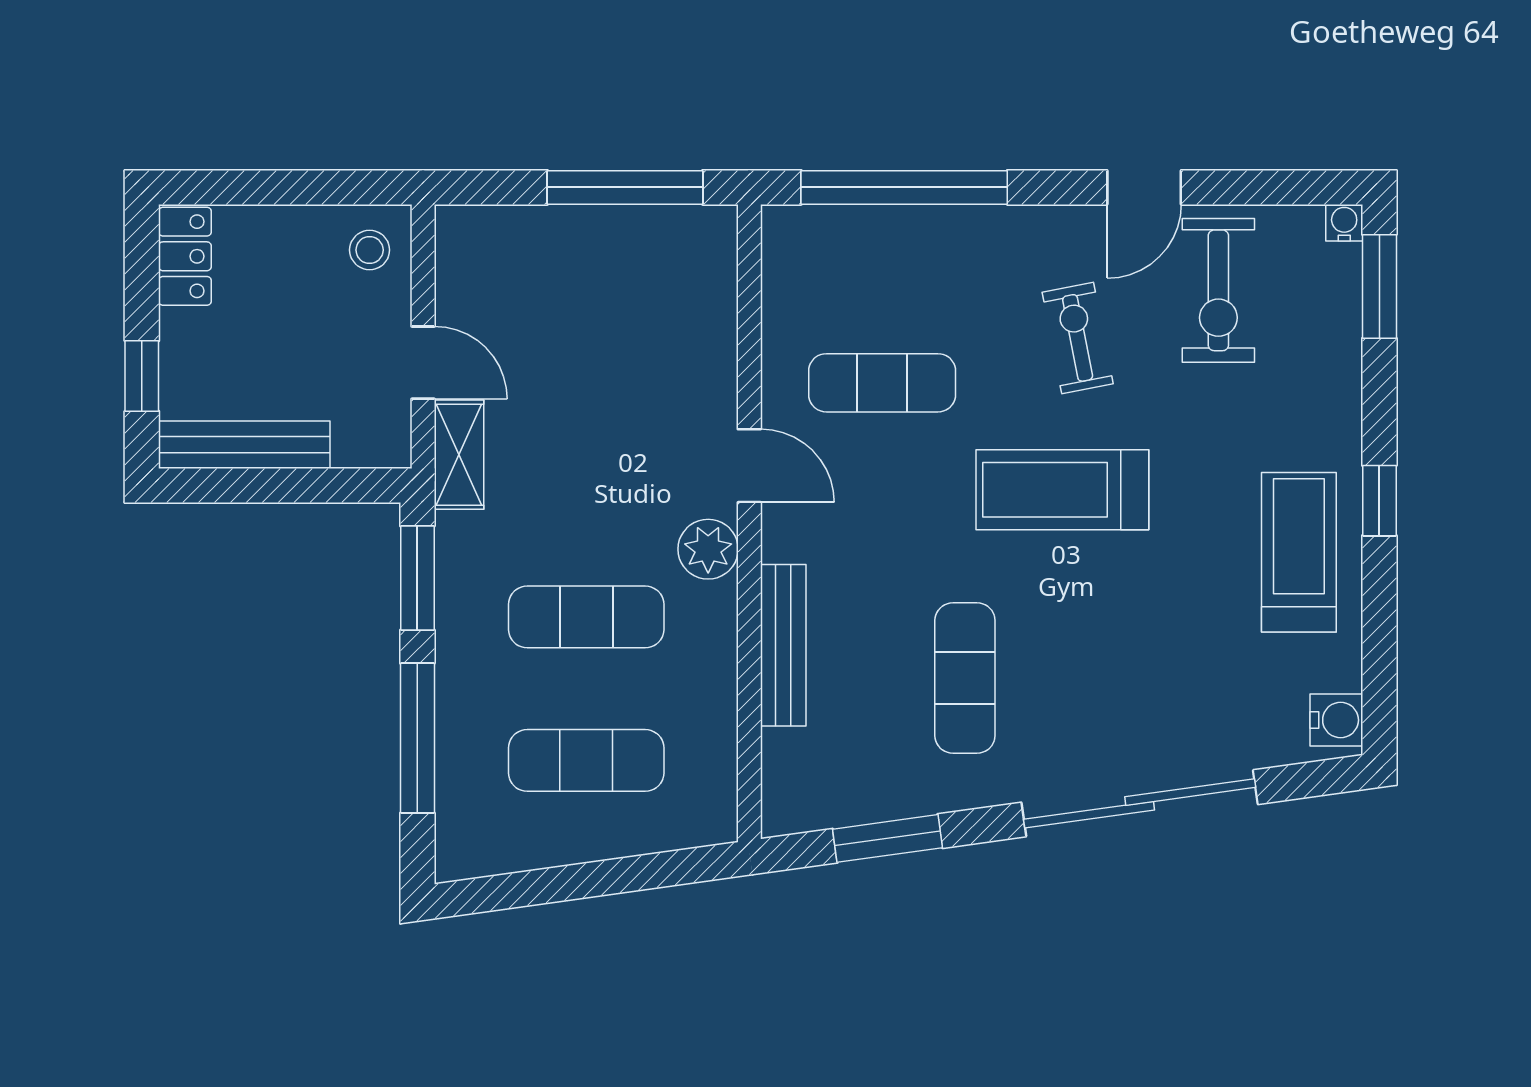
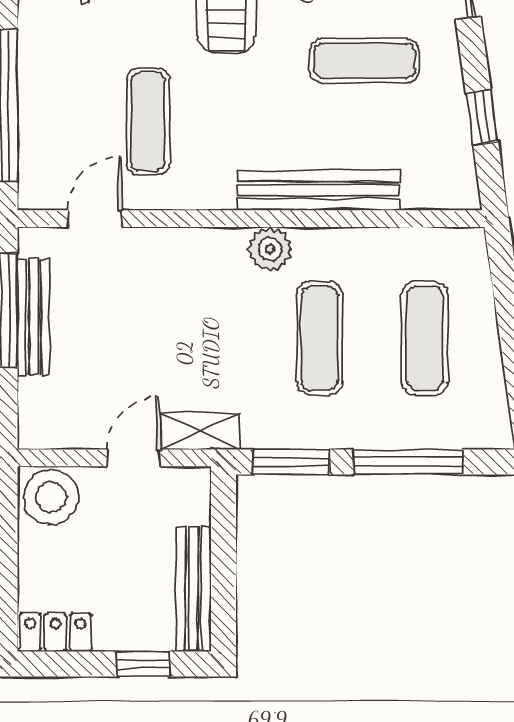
bench: (615, 226) -> (34, 317), added
stool: (370, 250) -> (51, 497), width x1.89, depth x1.89
door: (749, 466) -> (95, 219), moved
bench: (783, 645) -> (319, 190), width x1.37, depth x1.21
window: (887, 838) -> (482, 118), width x0.67

